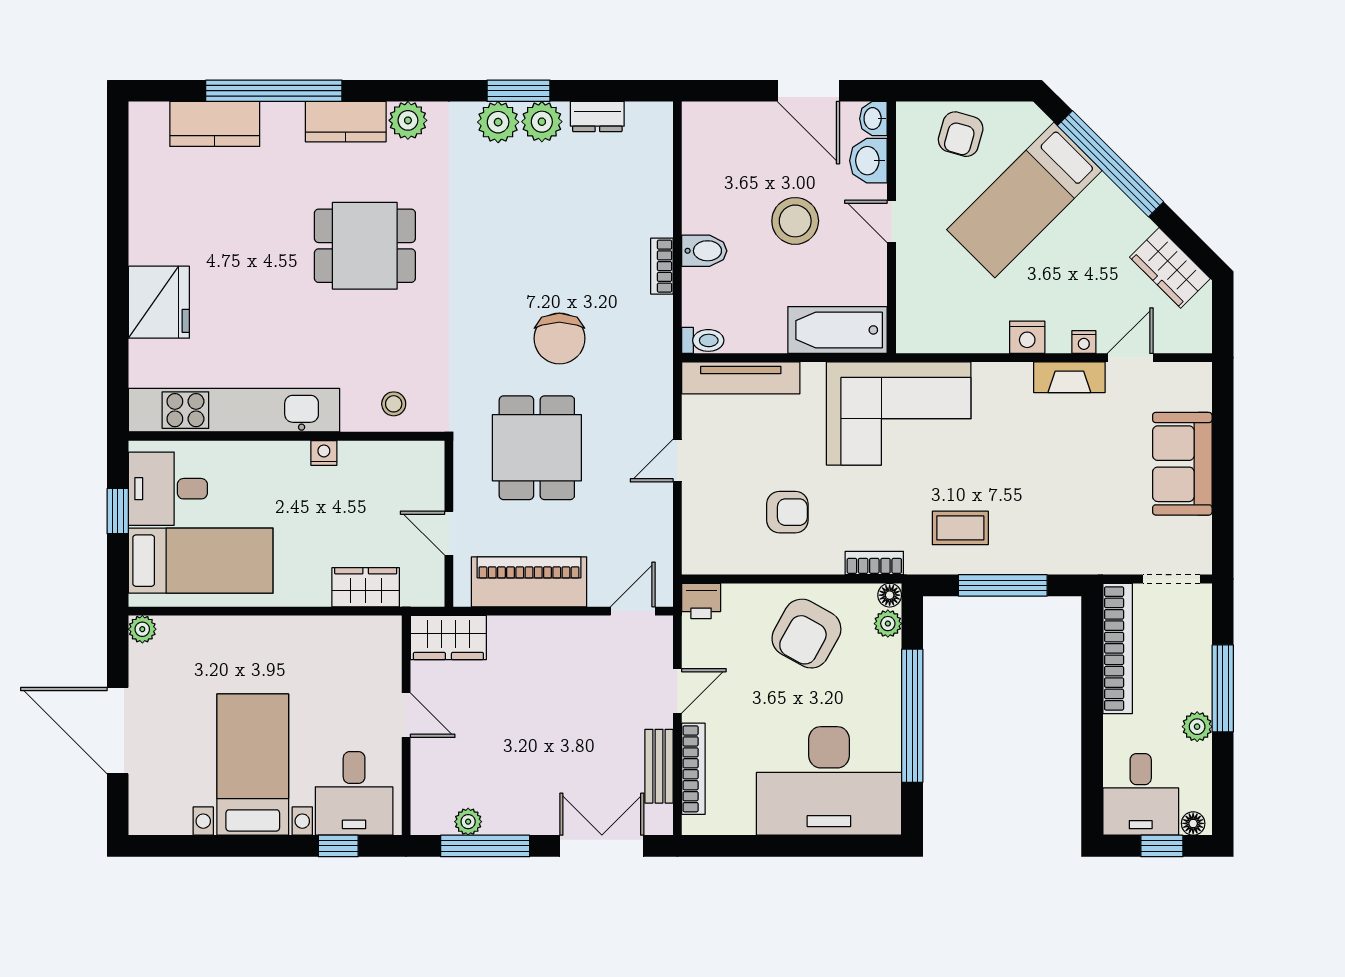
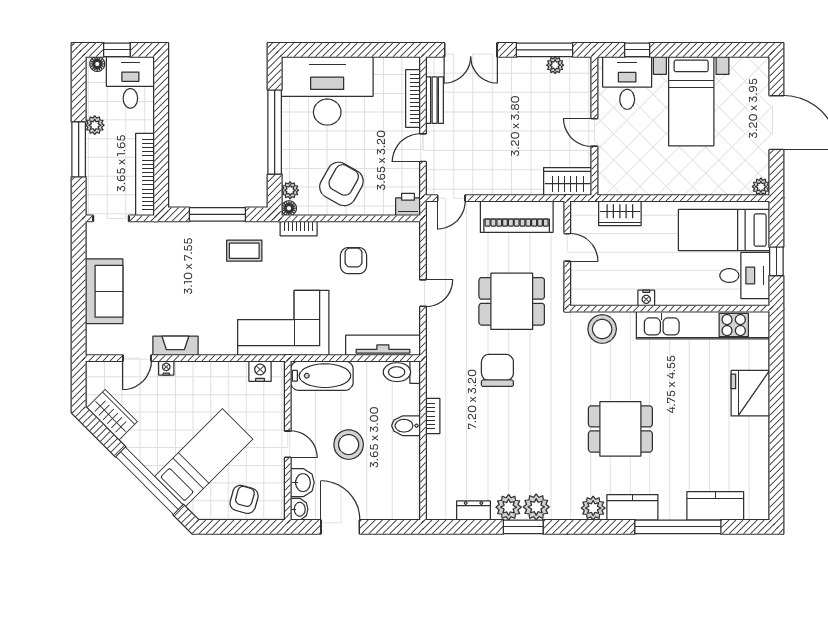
nightstand: (1027, 337) -> (260, 371), moved
toilet: (703, 340) -> (402, 372), width x1.37, depth x1.39
stool: (394, 404) -> (602, 329), width x1.89, depth x1.89
dining table: (537, 448) -> (512, 301), turned 90
armchair: (787, 512) -> (353, 261), turned 90

